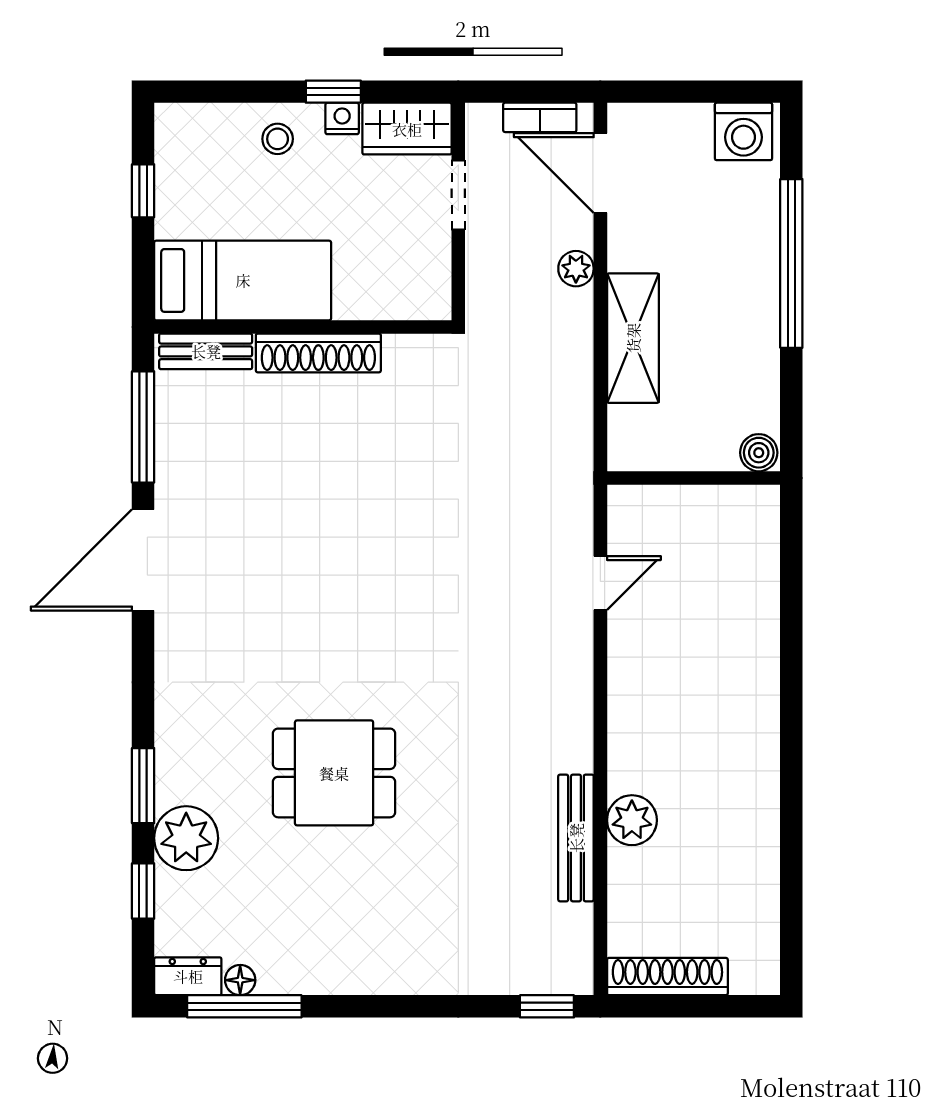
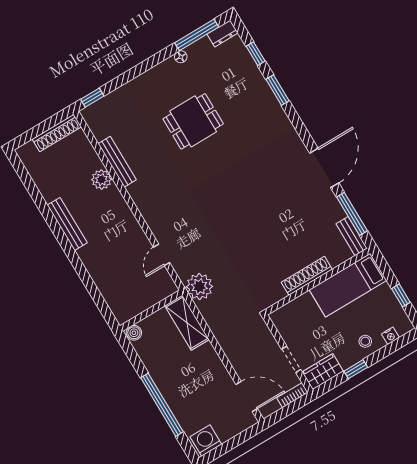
bookcase: (540, 117) -> (292, 395), moved
nightstand: (342, 118) -> (390, 336), moved
plant: (576, 269) -> (199, 287), moved, width x1.88, depth x1.88
shelving: (633, 338) -> (187, 323), moved
bench: (206, 351) -> (352, 236), moved, turned 90
bench: (762, 769) -> (67, 224), added
dining table: (334, 773) -> (193, 121), moved
plant: (186, 838) -> (252, 81), removed
floor lamp: (240, 980) -> (181, 57), moved

